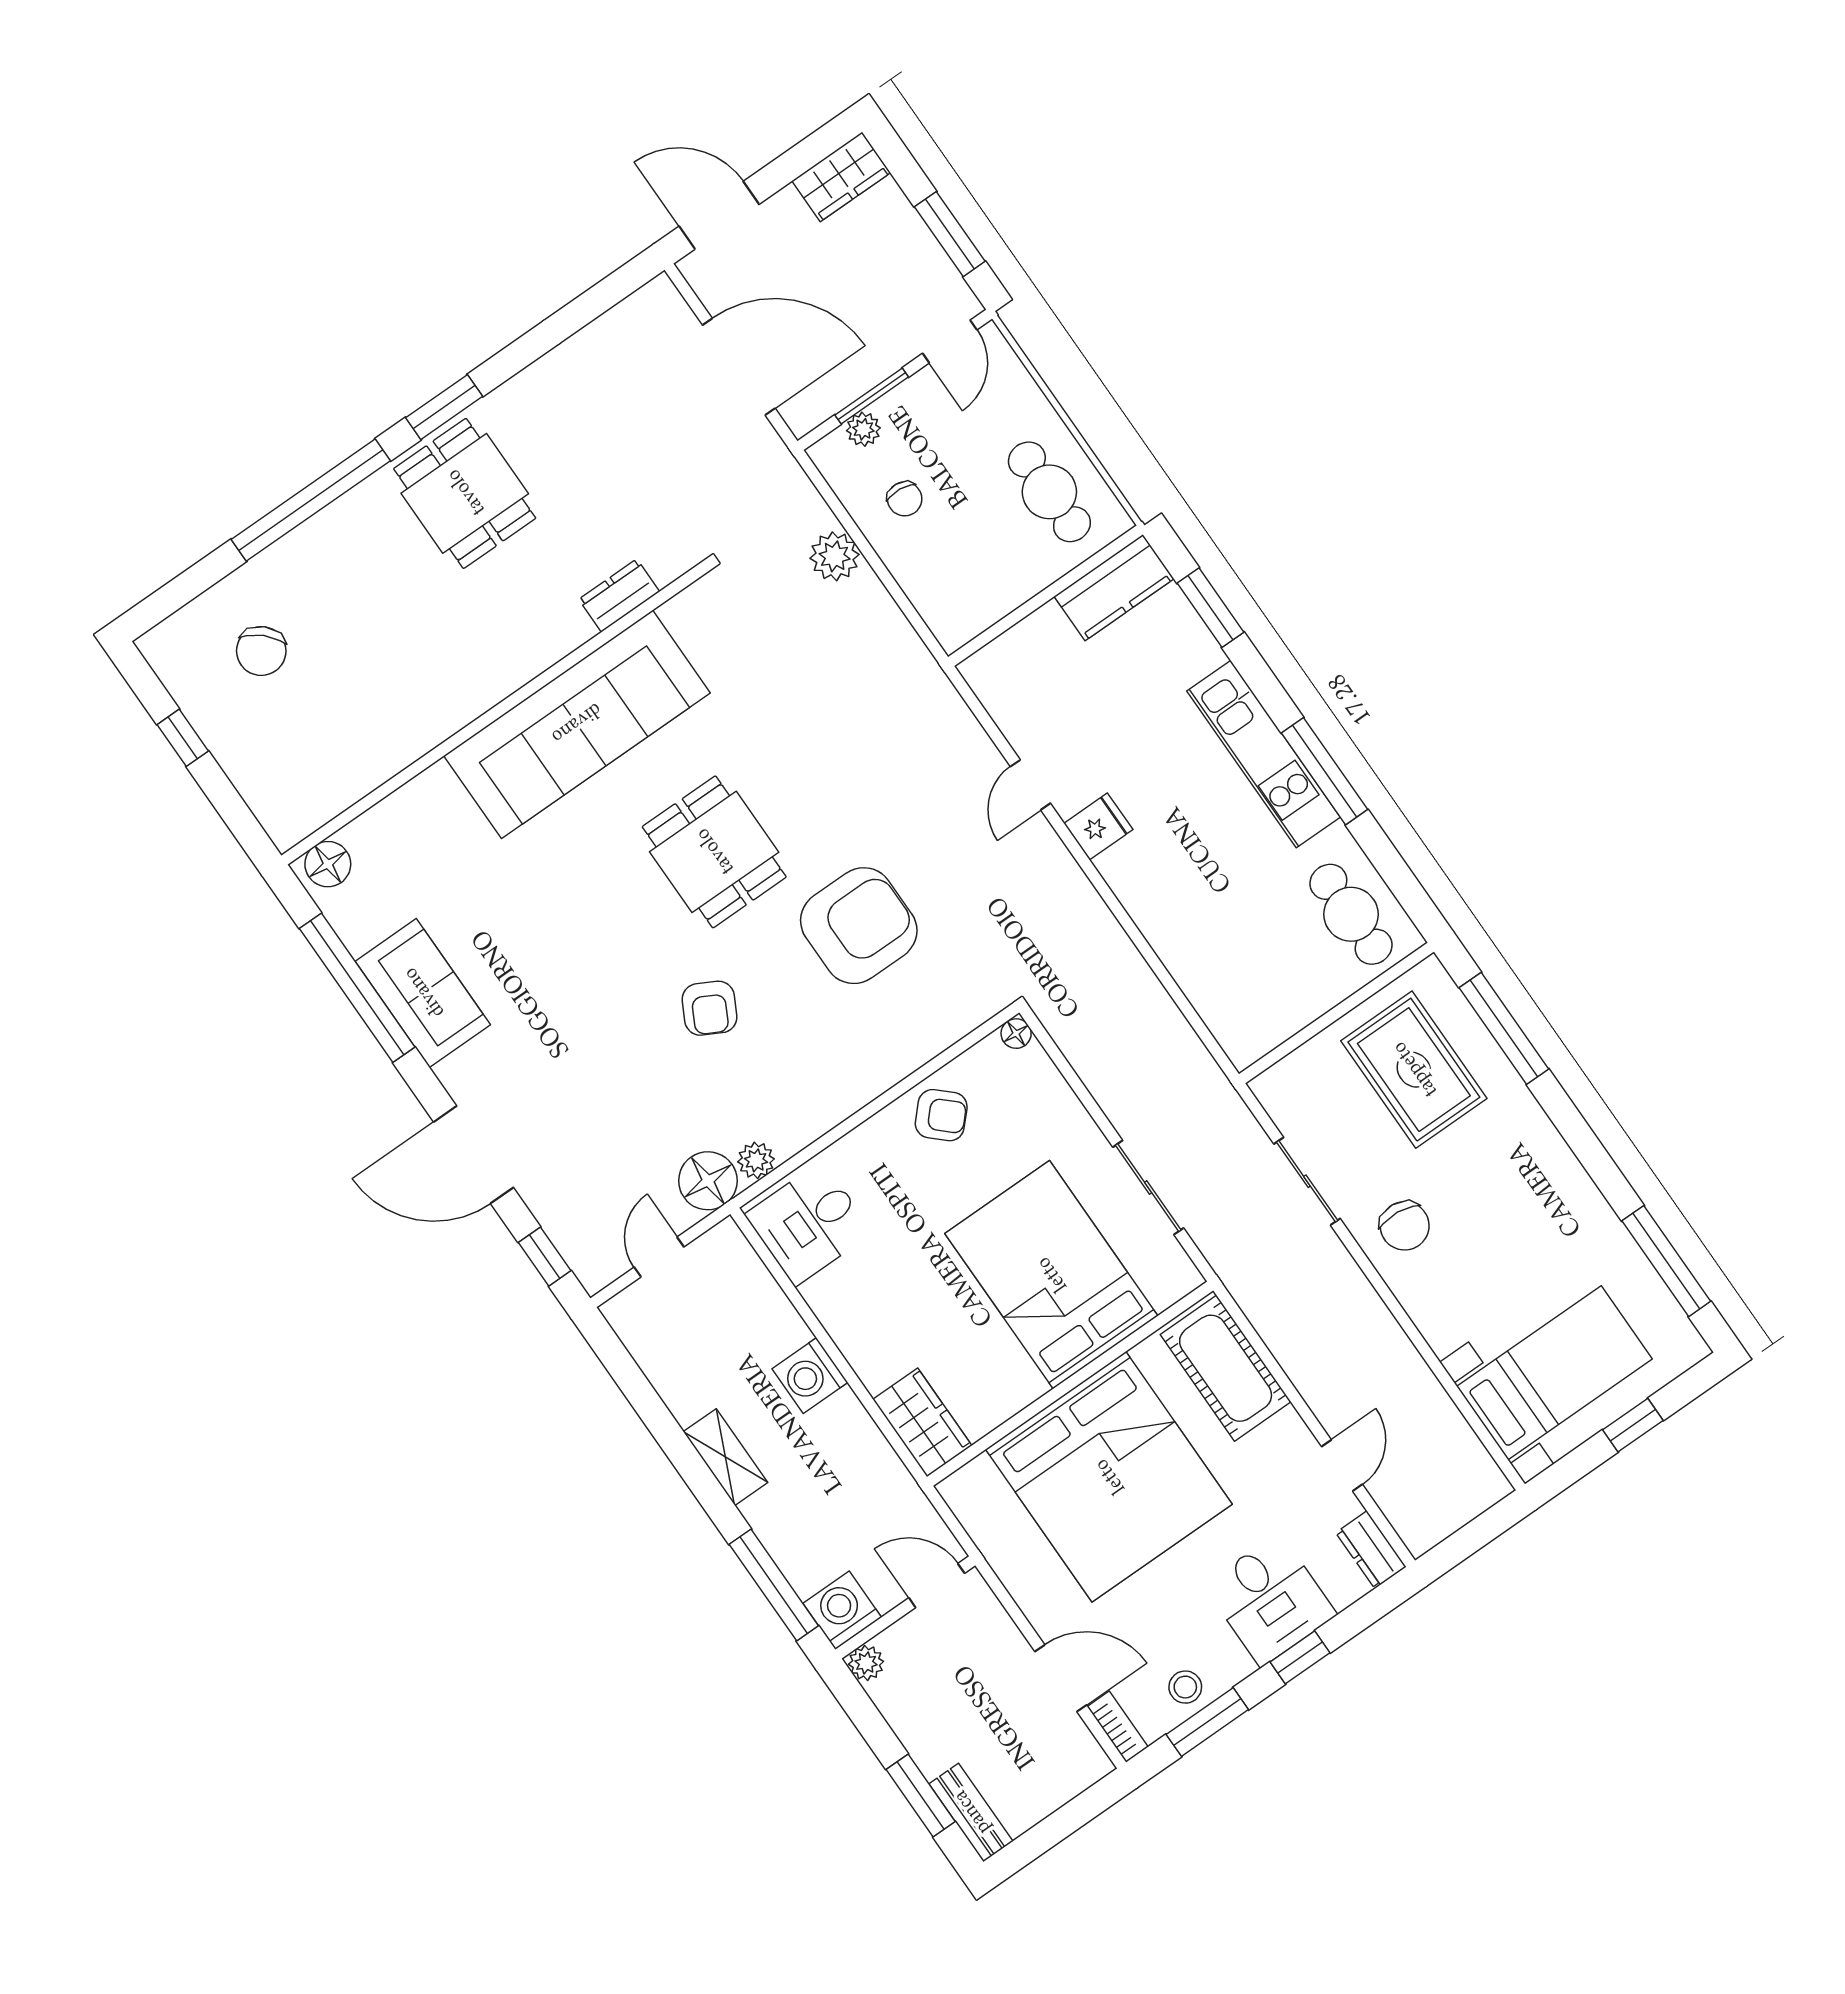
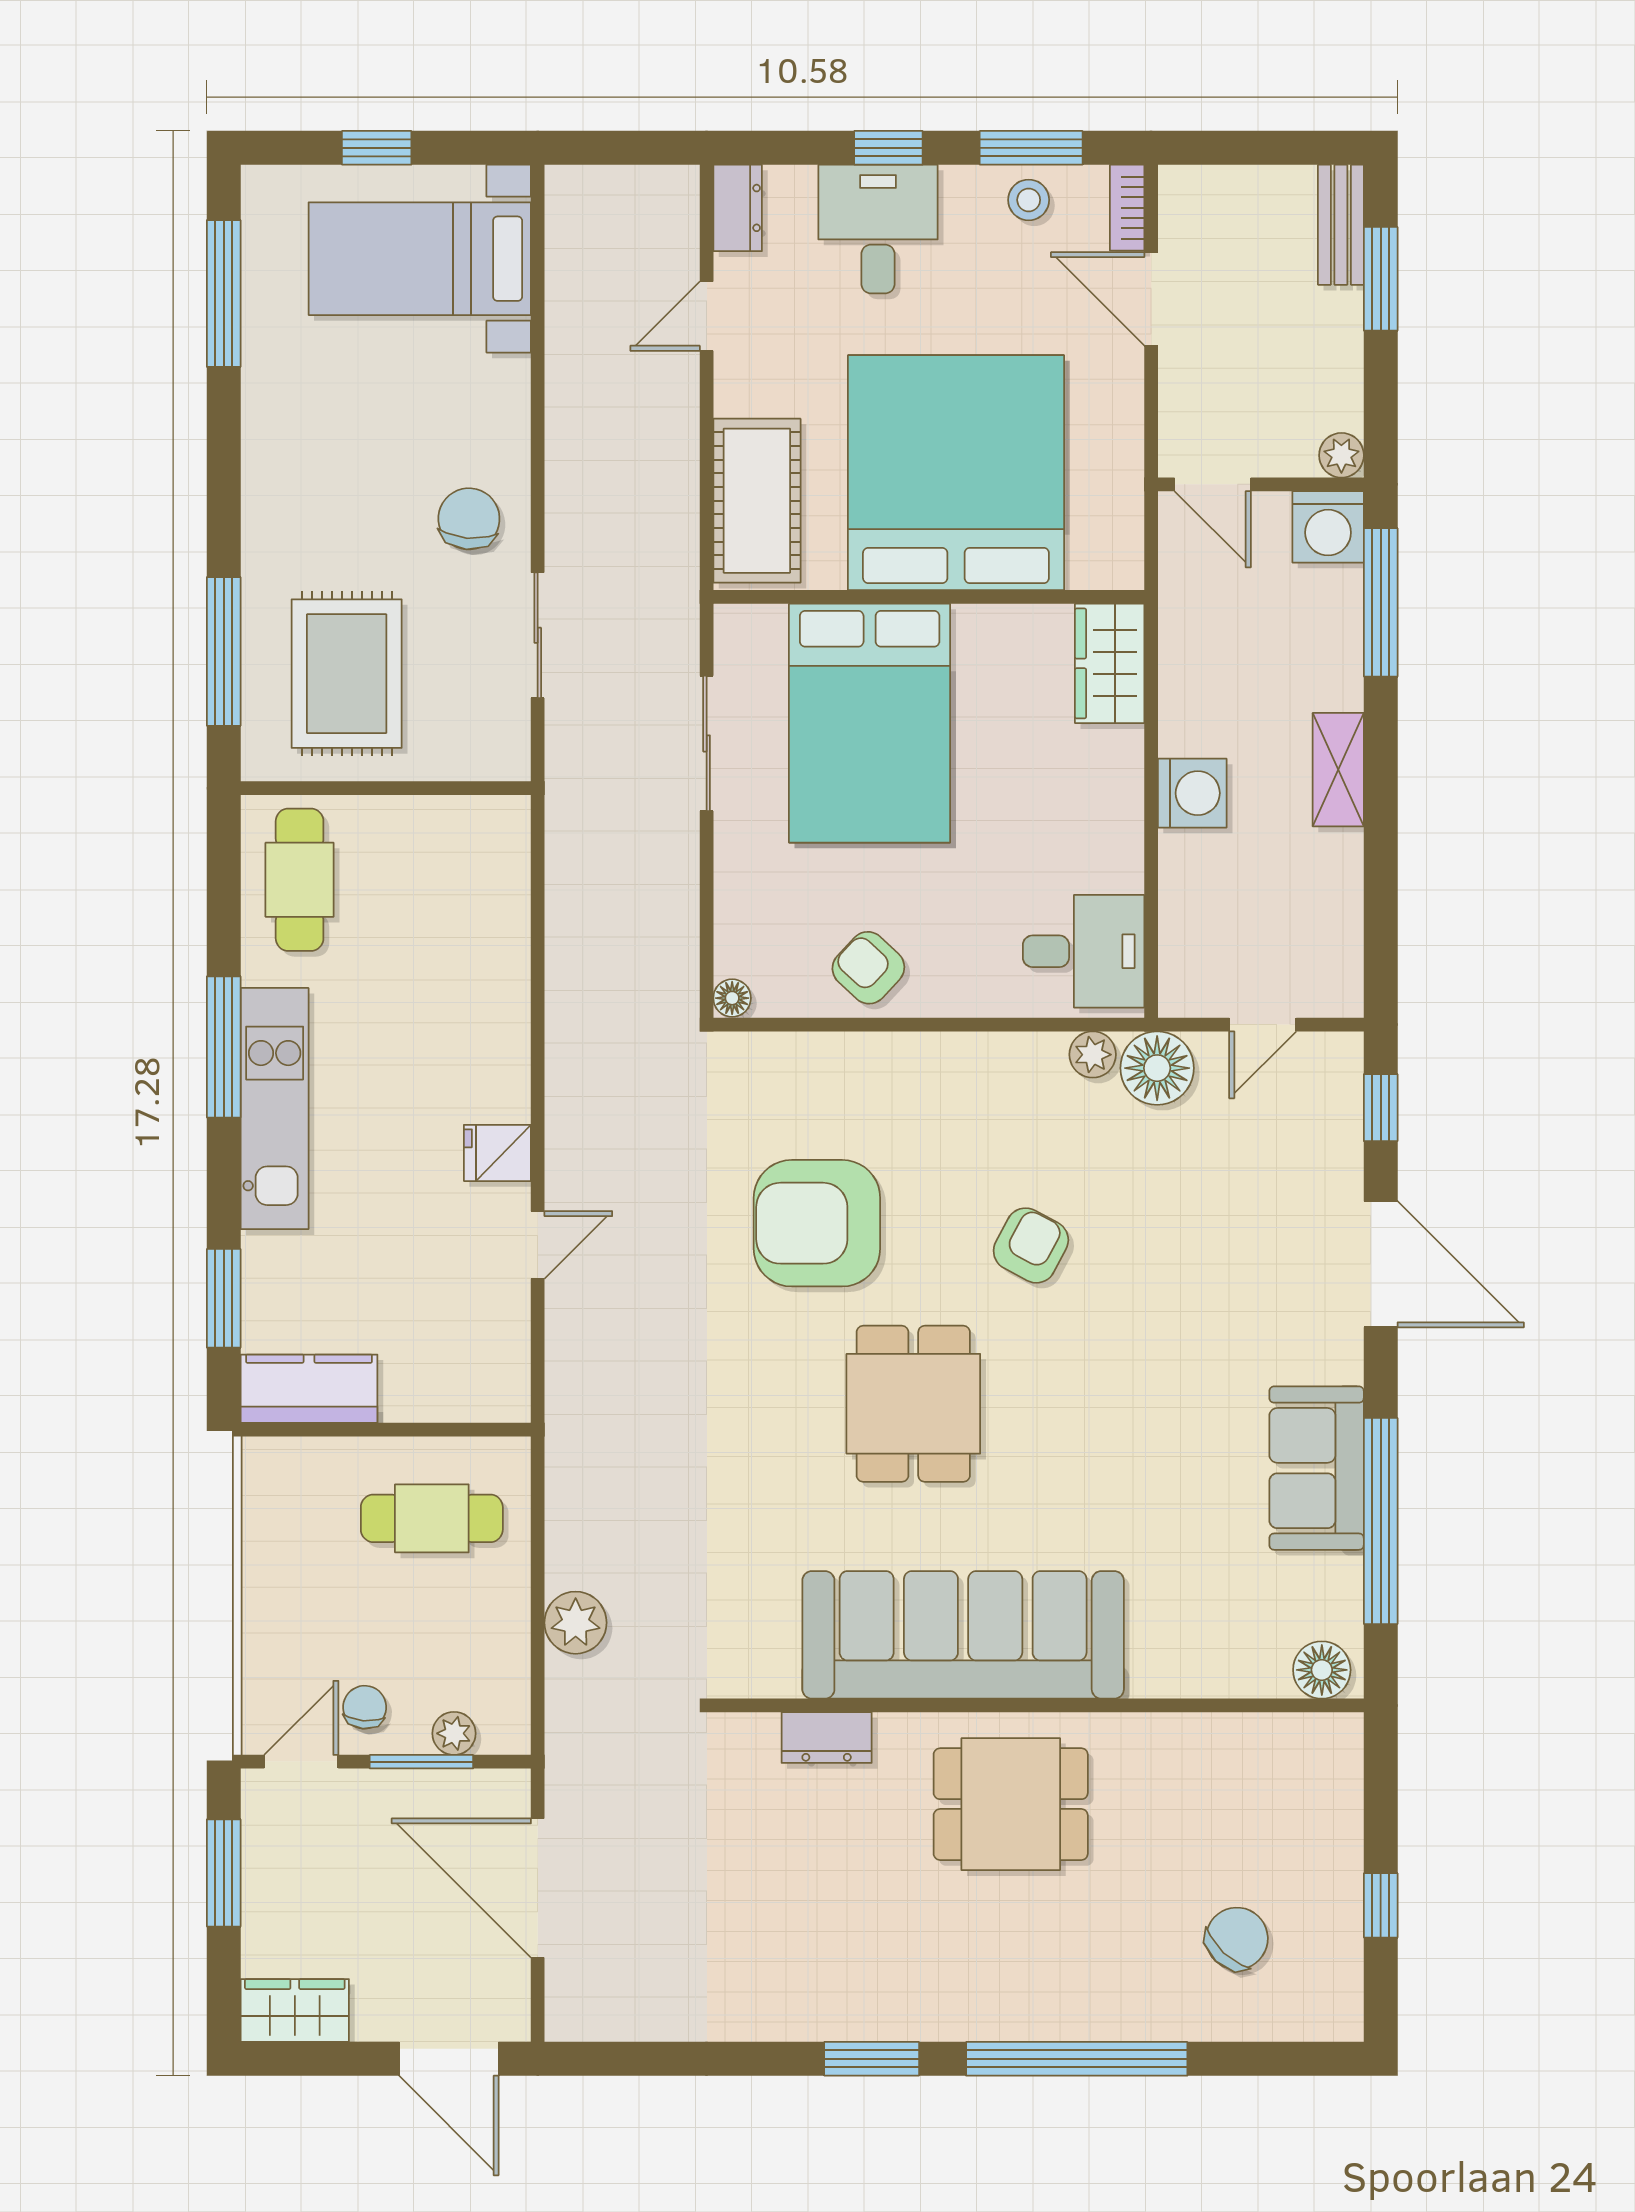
cafe table: (1049, 492) -> (432, 1518), moved, turned 90
dining table: (465, 493) -> (1011, 1804), moved, turned 90
chair: (905, 499) -> (365, 1707), moved

